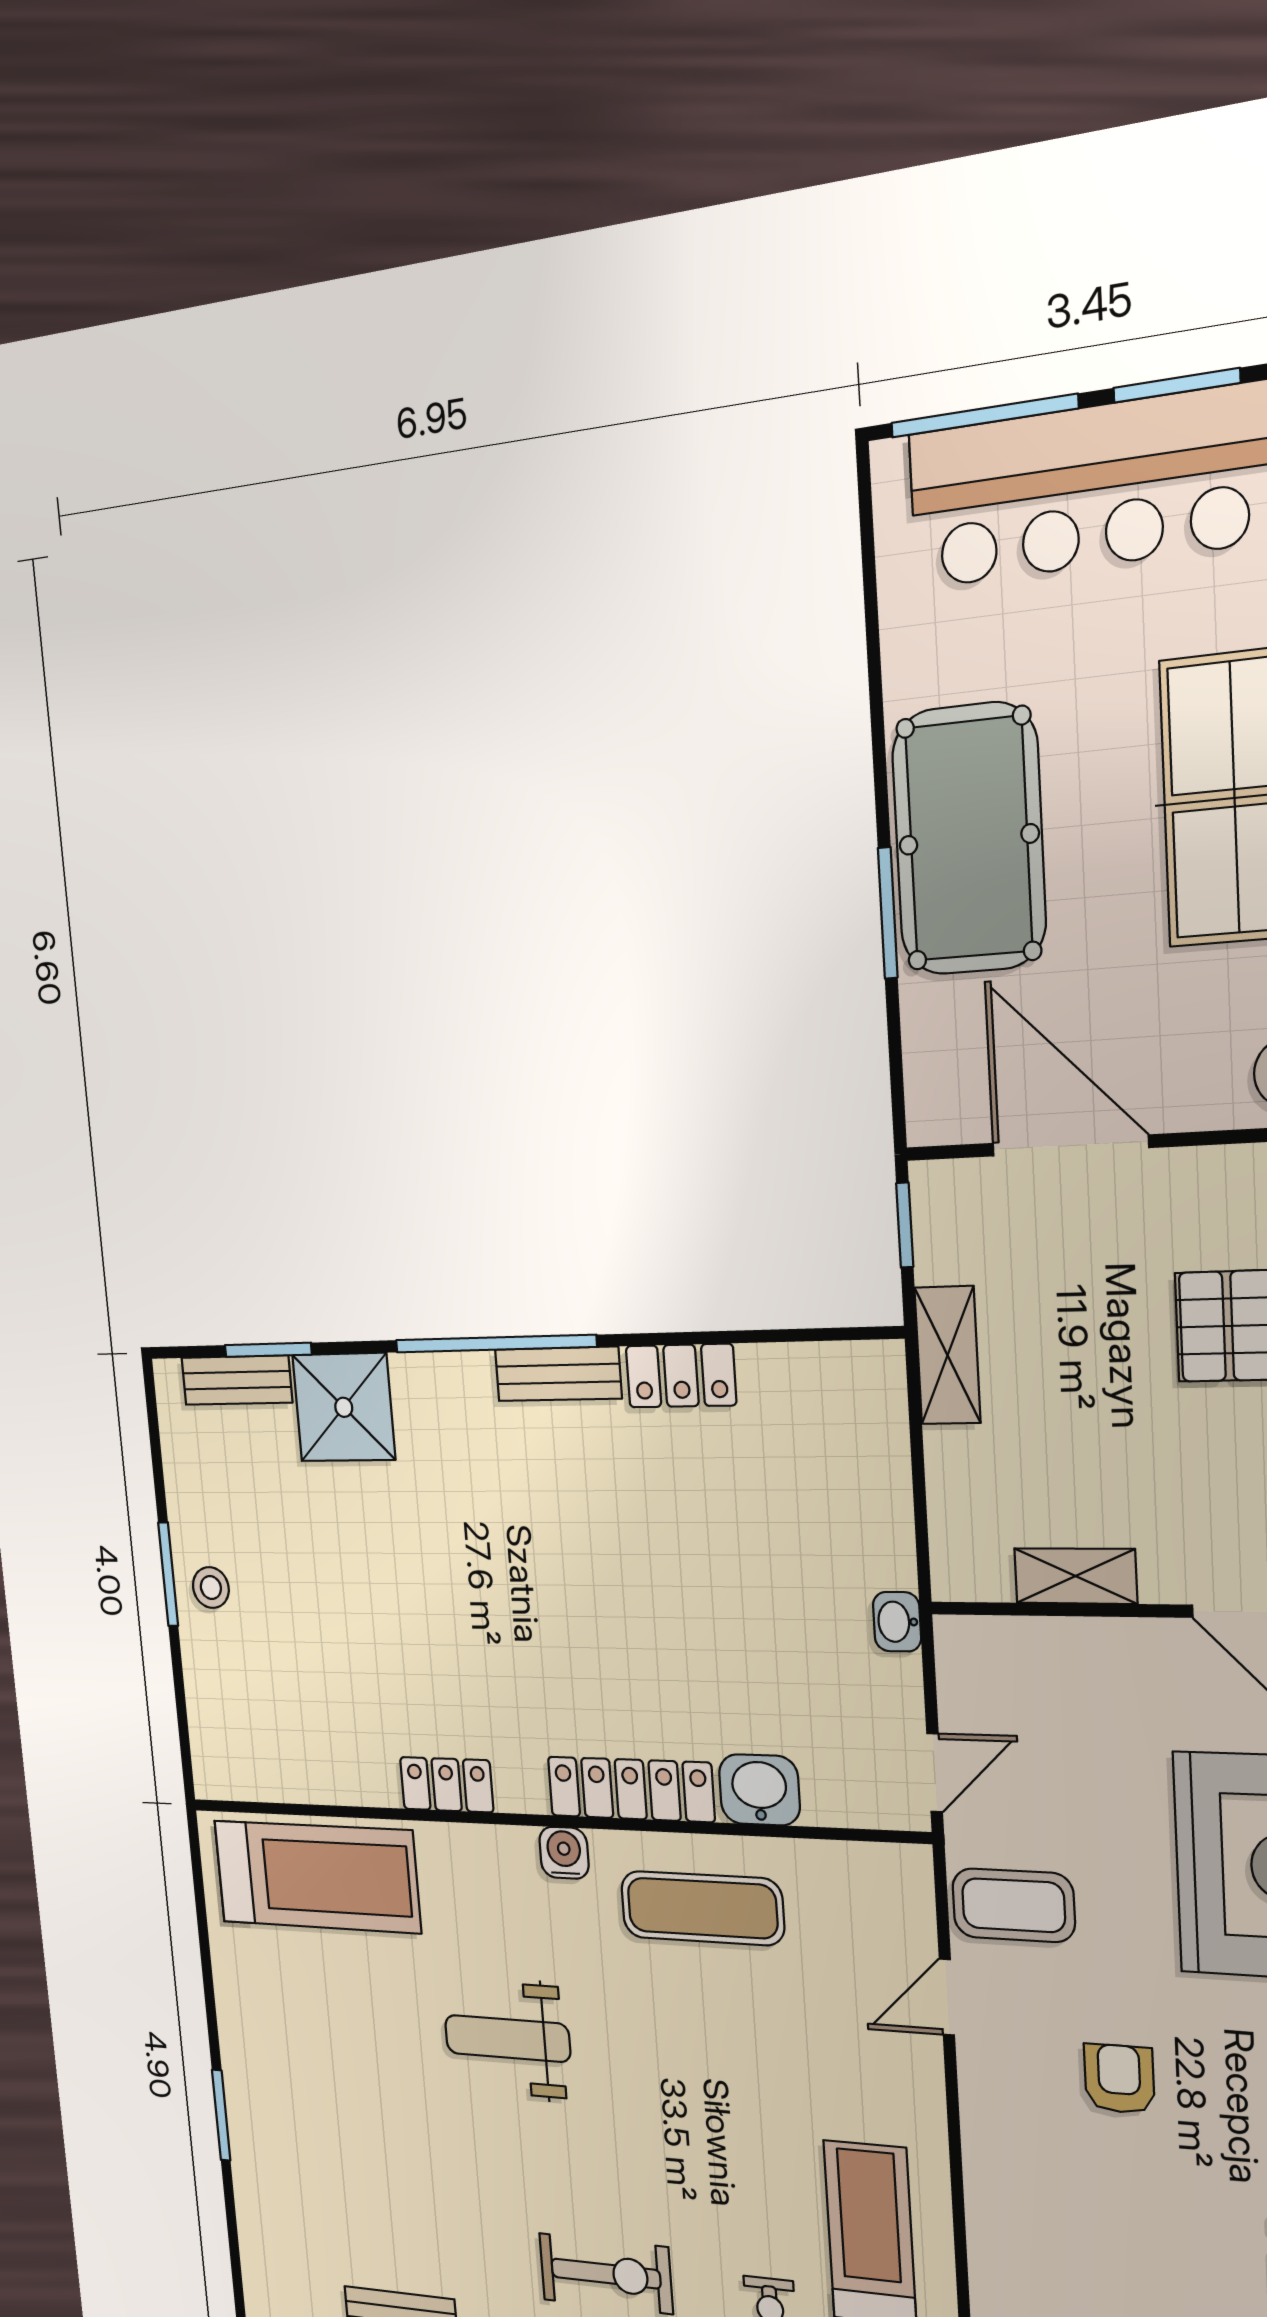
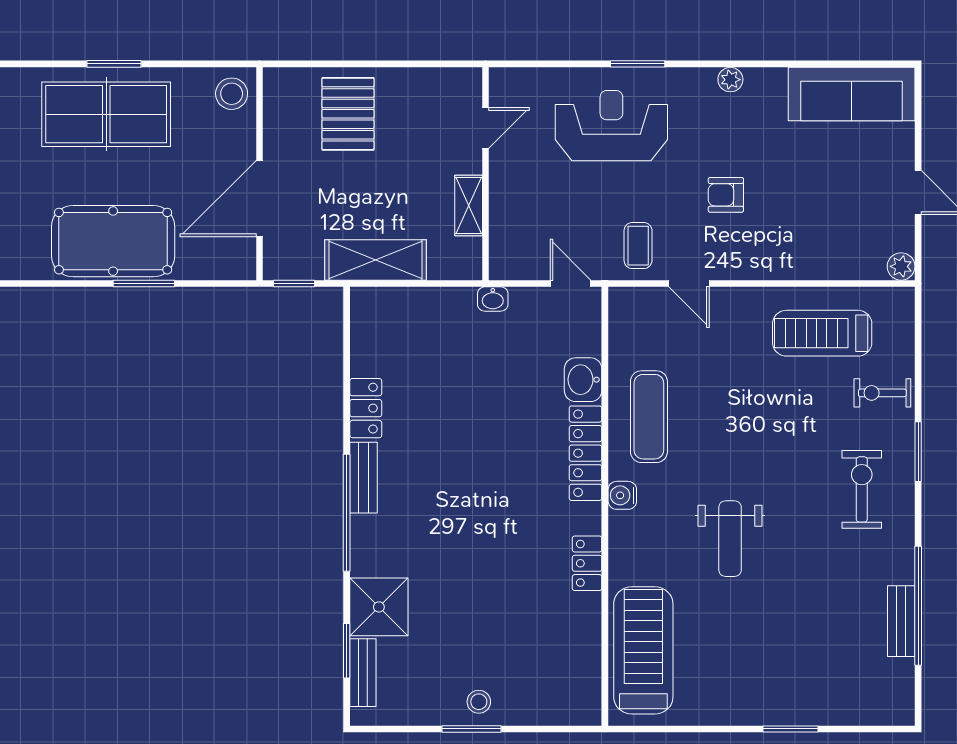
shelving: (948, 1355) -> (375, 260), width x1.50, depth x1.33
coffee table: (1013, 1905) -> (638, 246), width x0.73, depth x0.77

